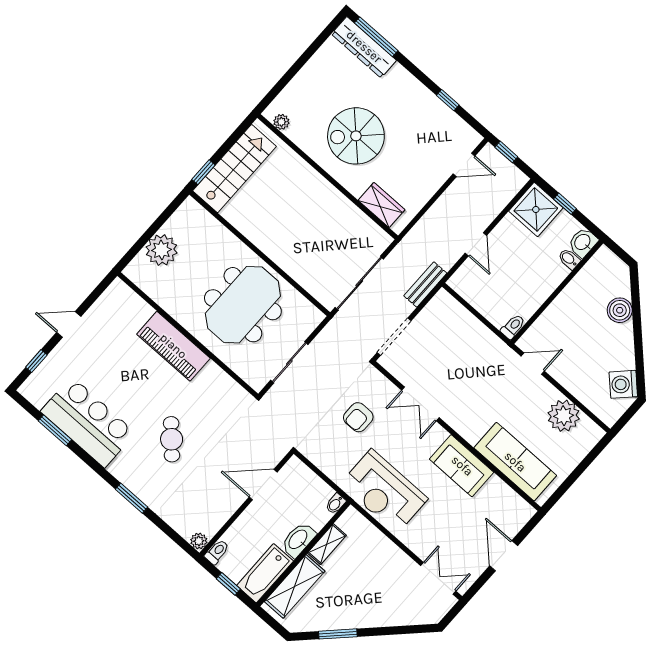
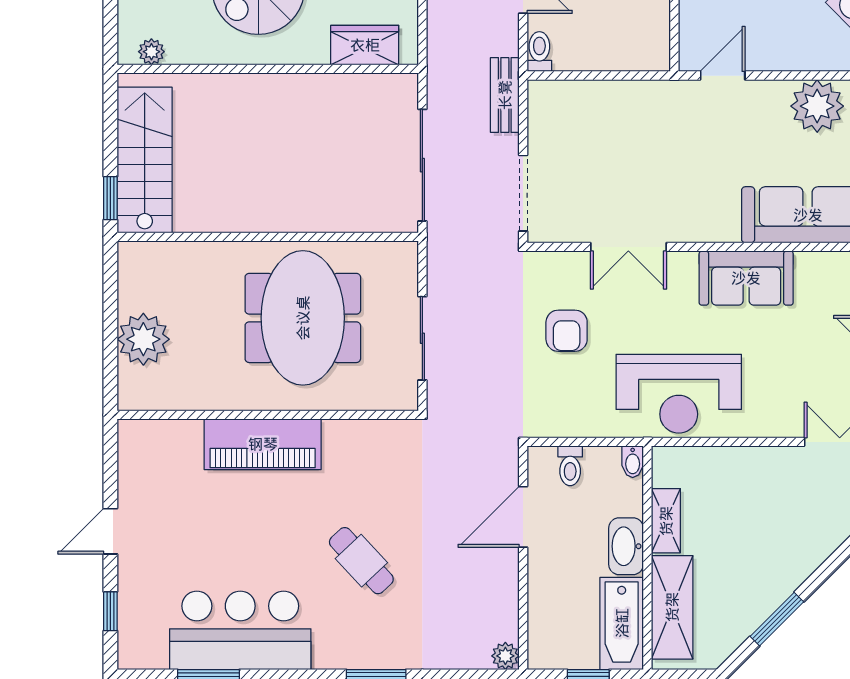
toilet: (513, 327) -> (539, 52), moved
toilet: (217, 552) -> (570, 466), moved, turned 180

